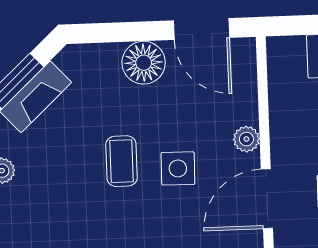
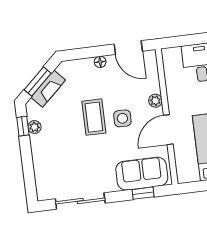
floor lamp: (144, 63) -> (100, 62), width x0.53, depth x0.53
coffee table: (121, 161) -> (94, 117), width x1.36, depth x1.30

